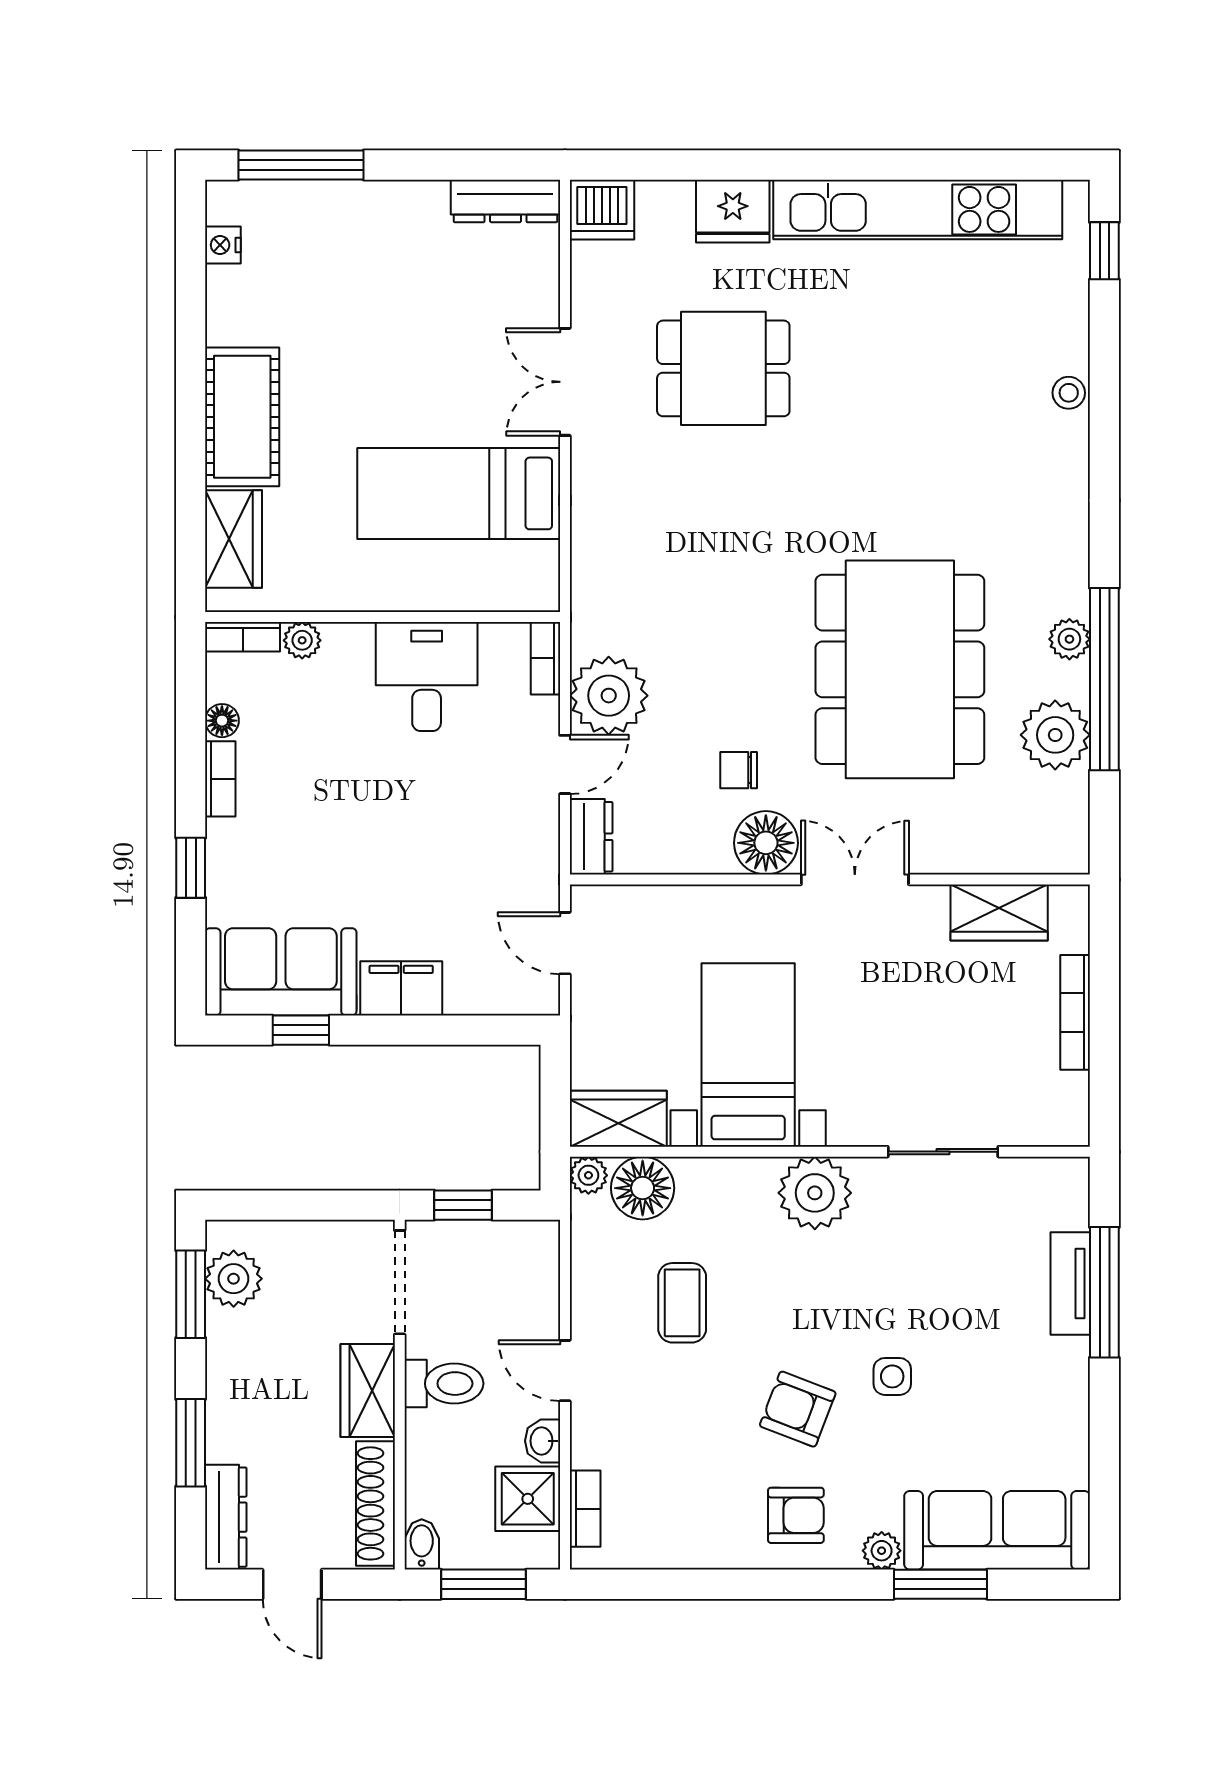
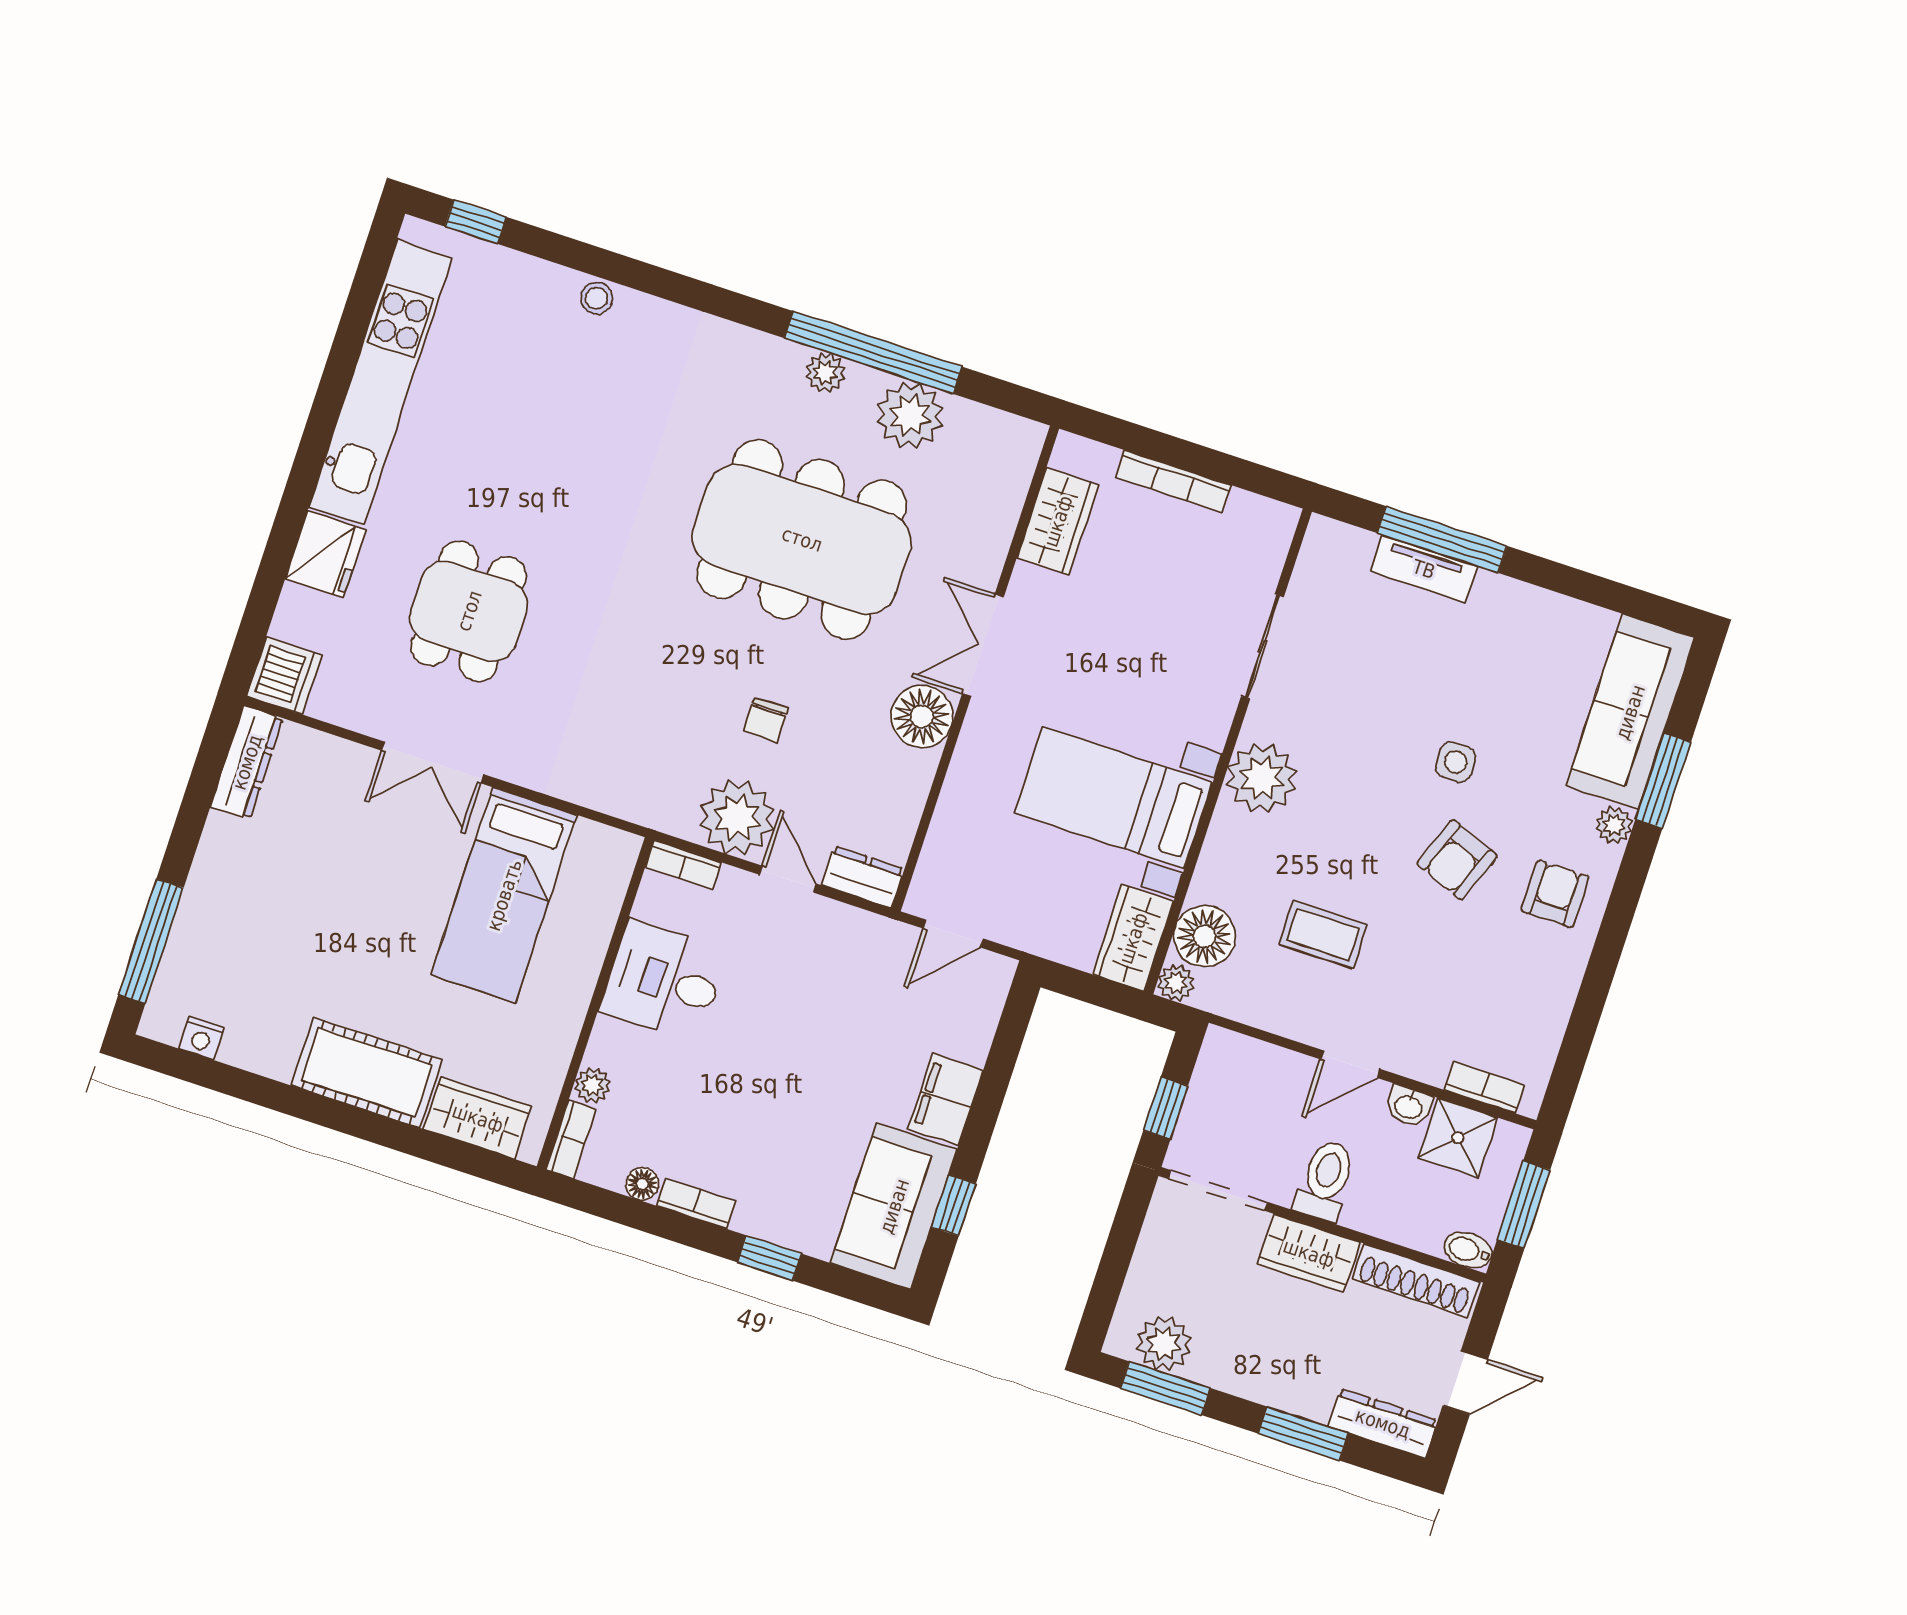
chair: (739, 770) -> (766, 720), moved

